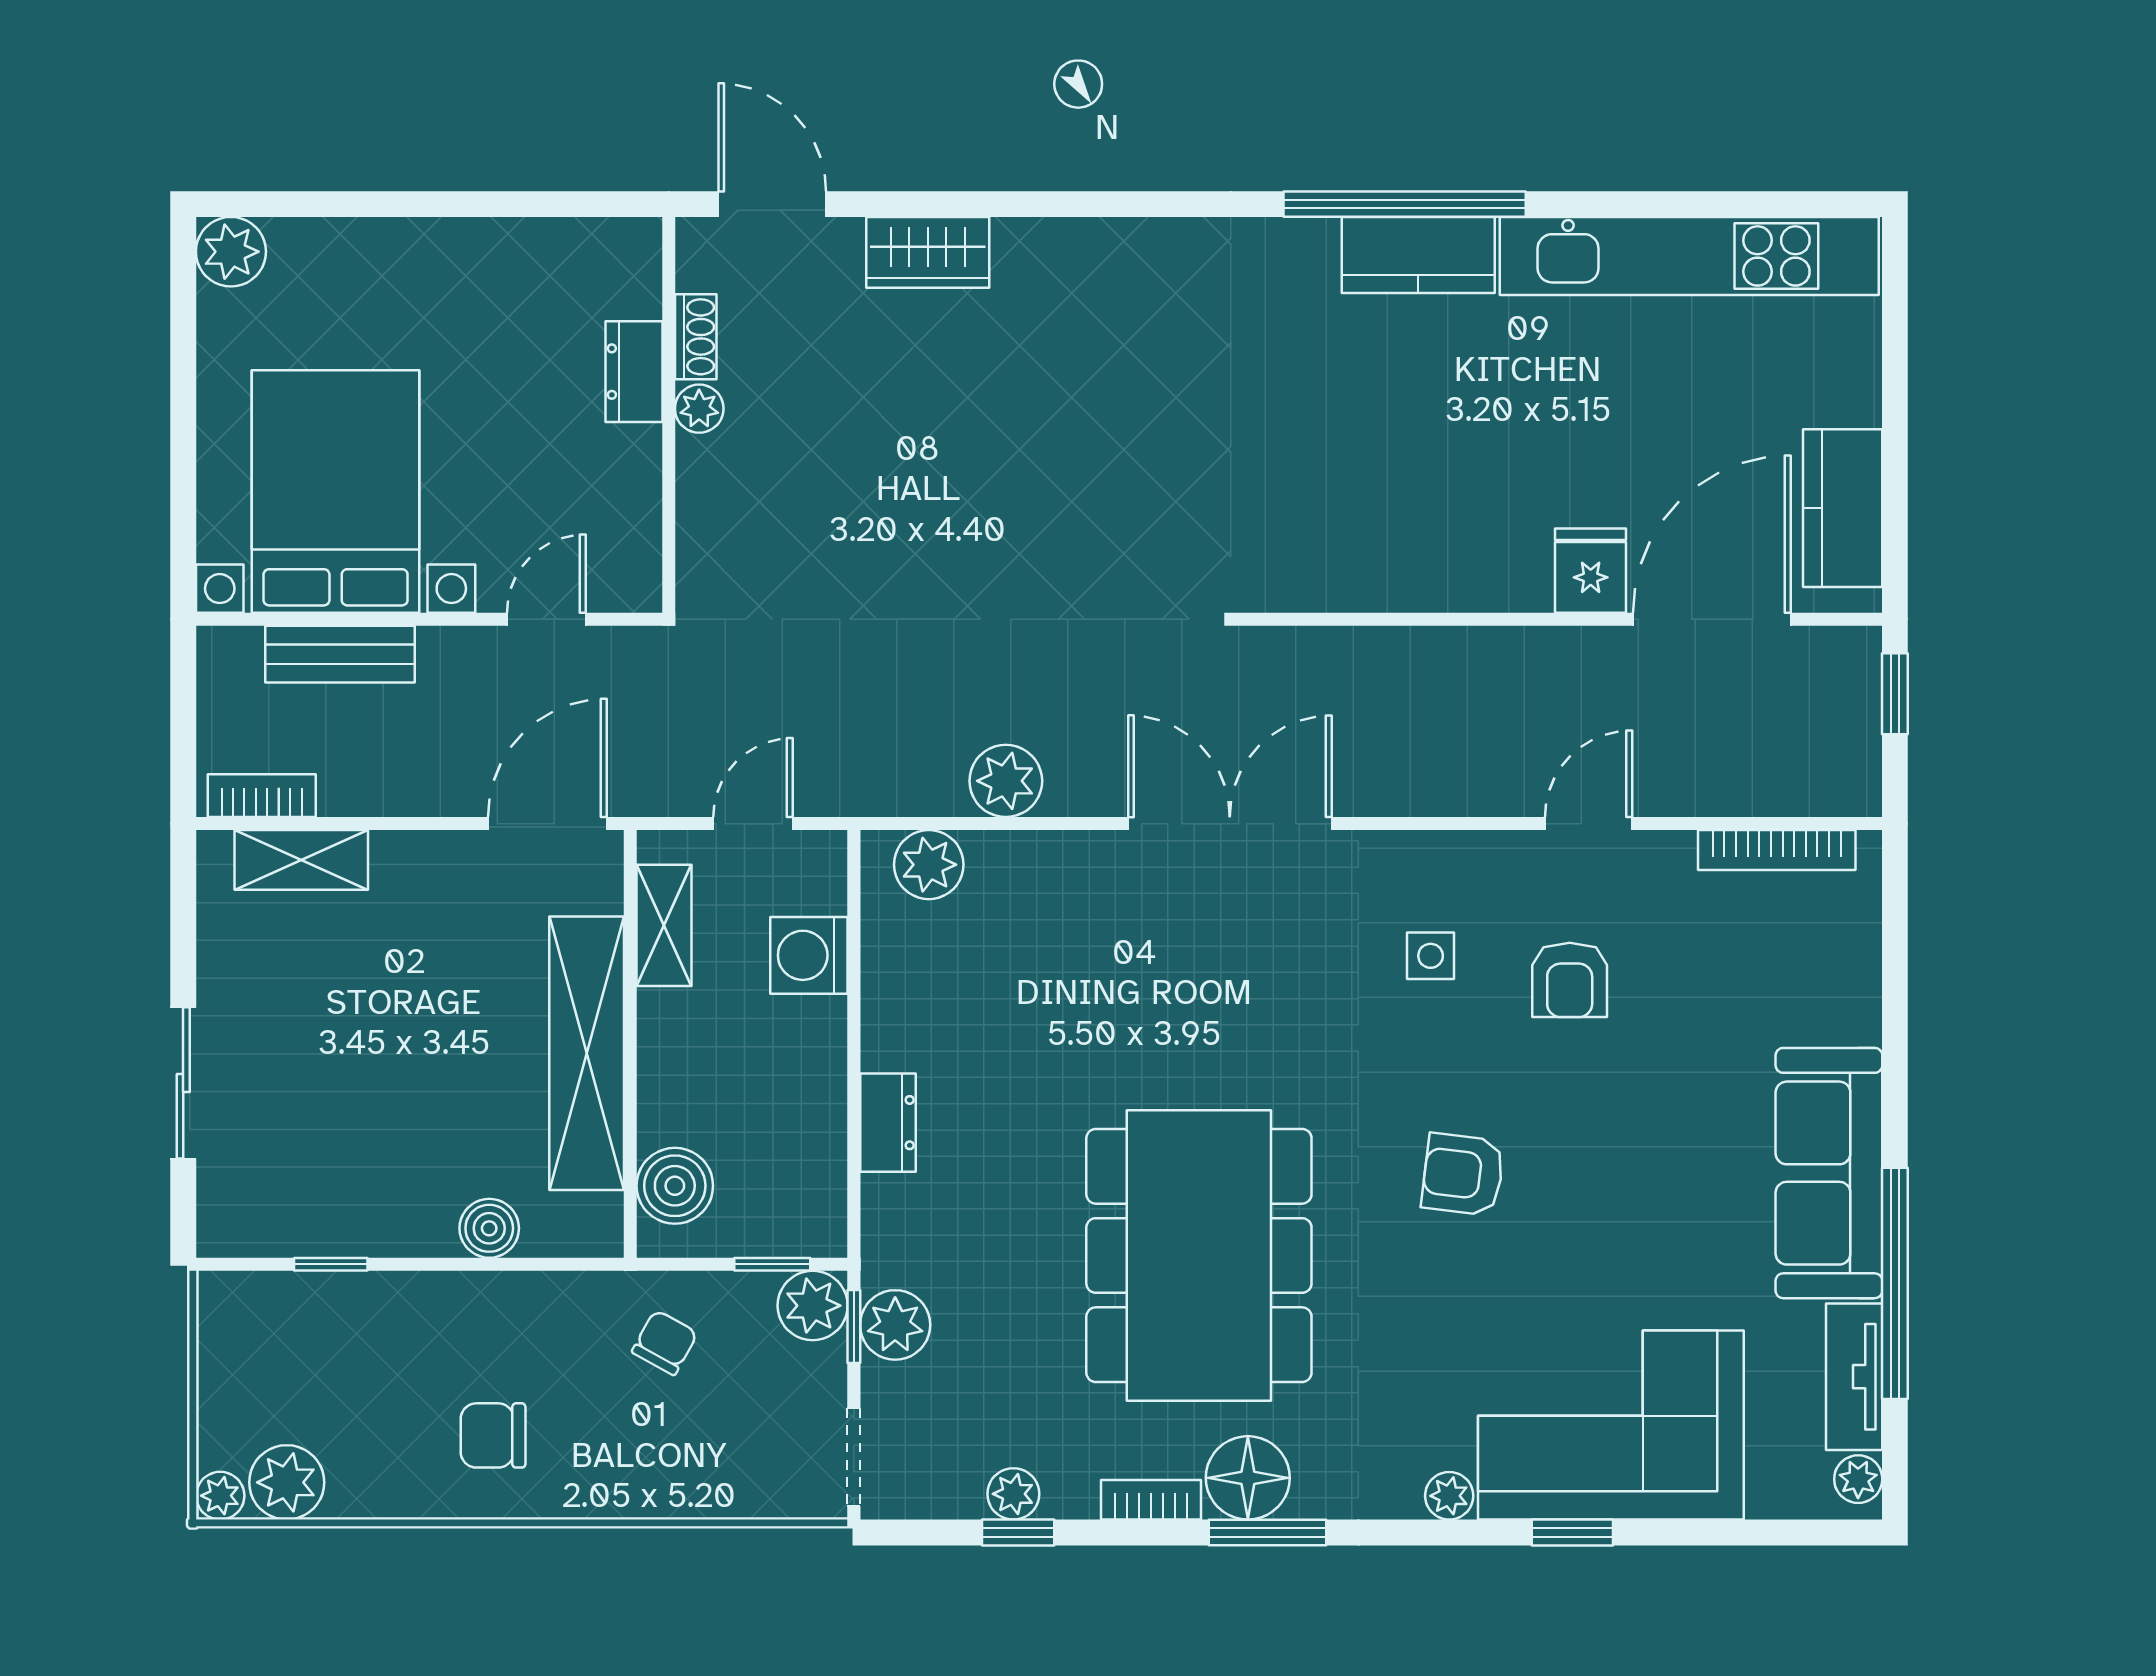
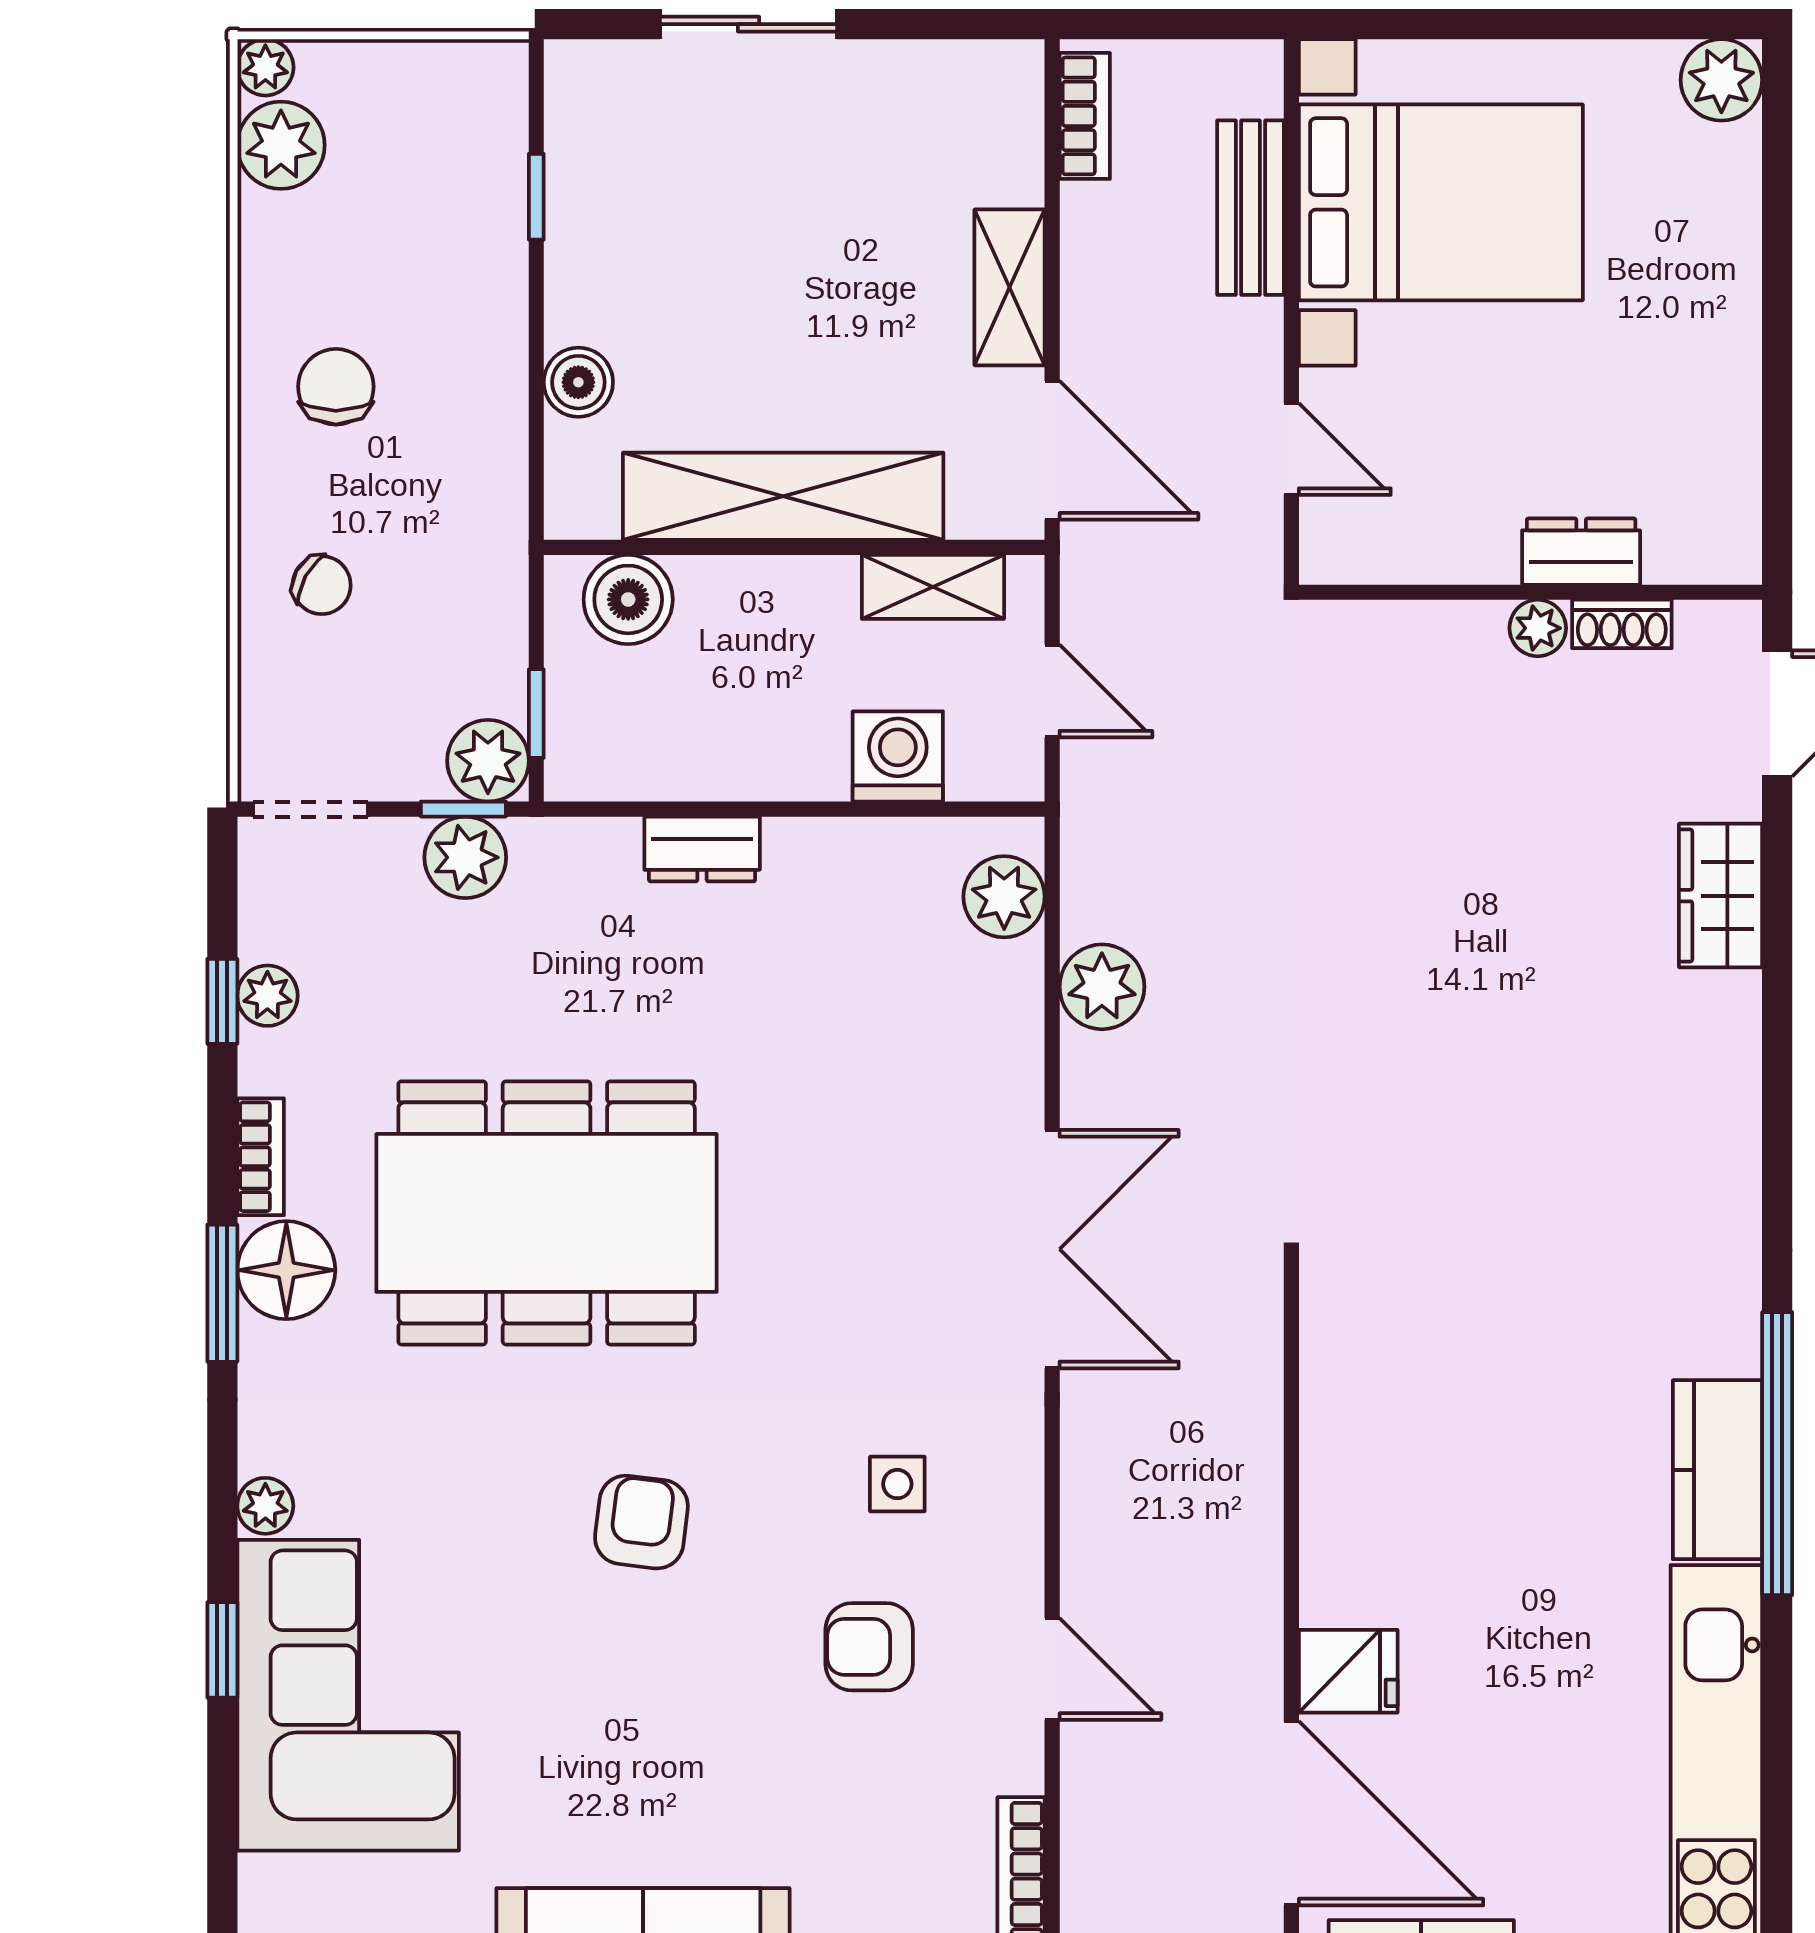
shelving: (301, 860) -> (1010, 287), moved
chair: (665, 1342) -> (322, 585), moved

